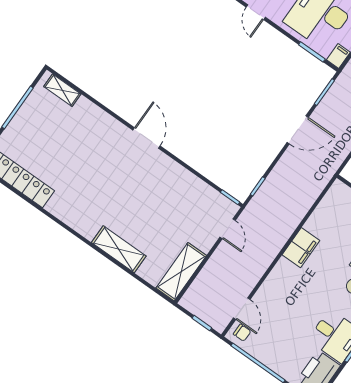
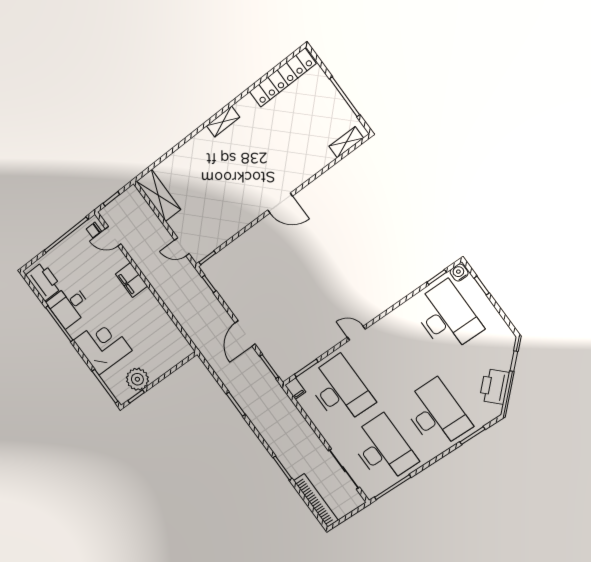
filing cabinet: (301, 248) -> (132, 280), moved
shelving: (119, 249) -> (223, 122), moved, width x0.67, depth x0.75

